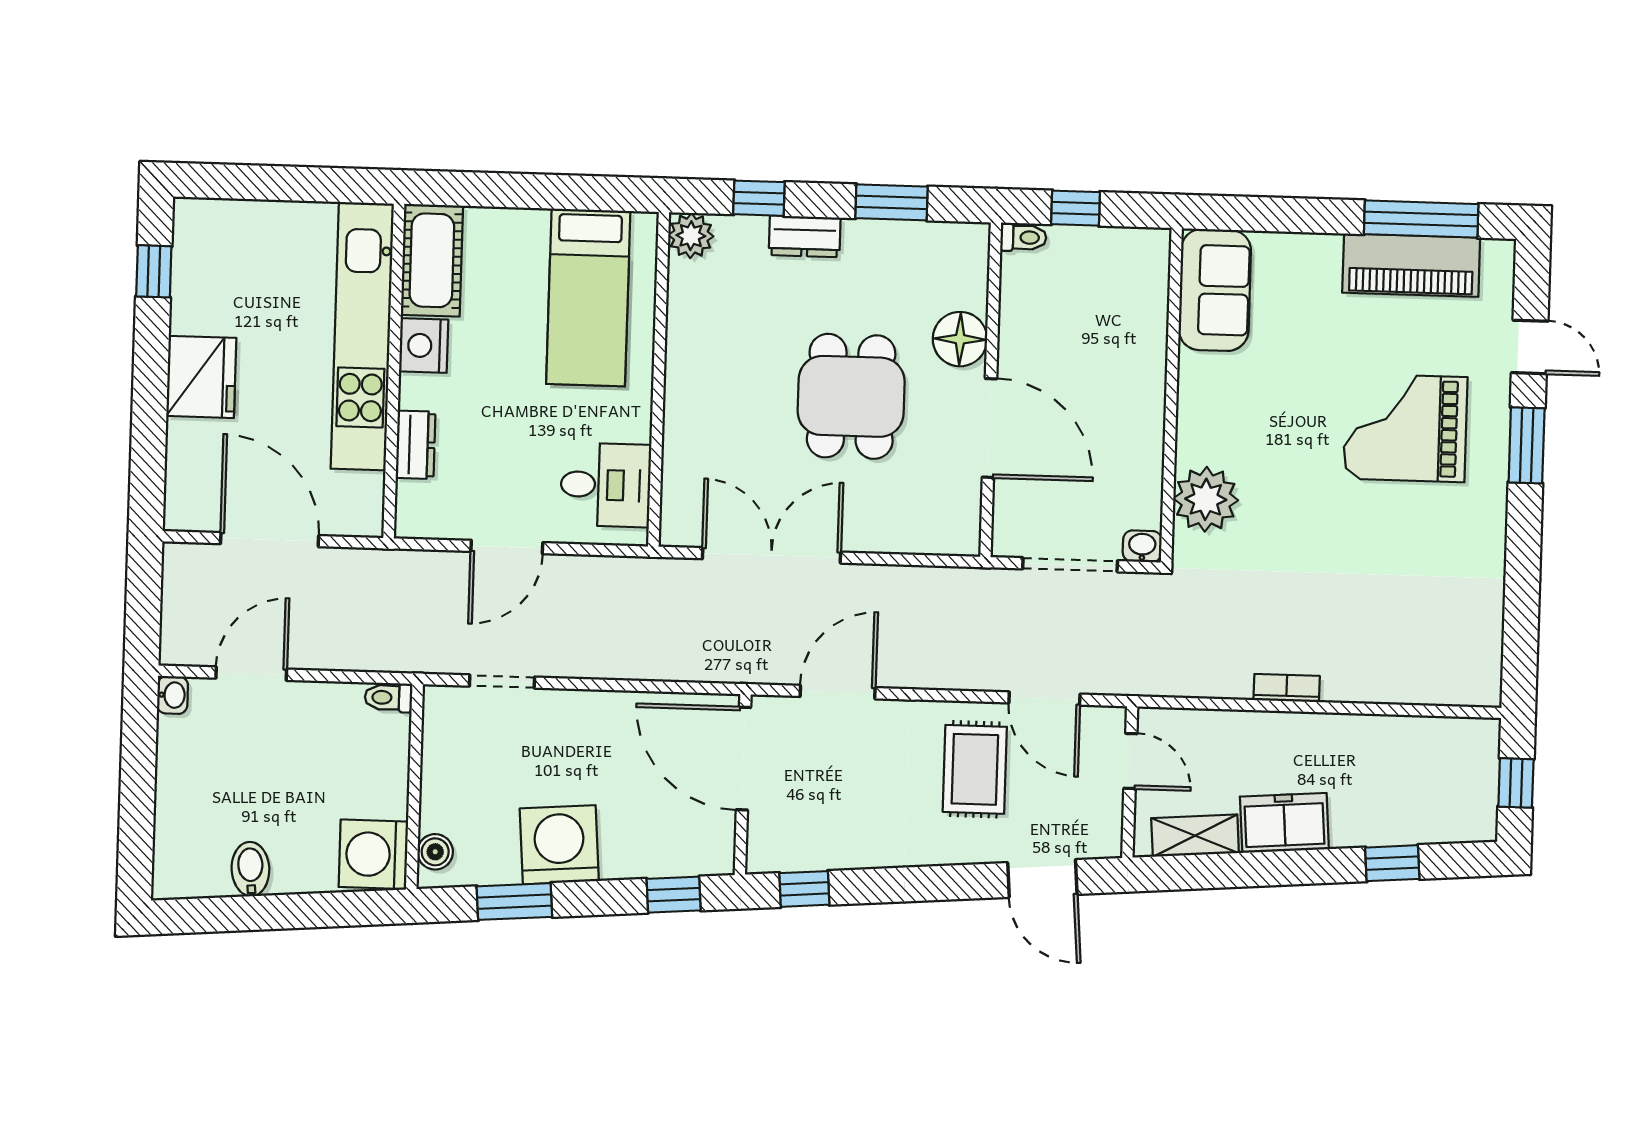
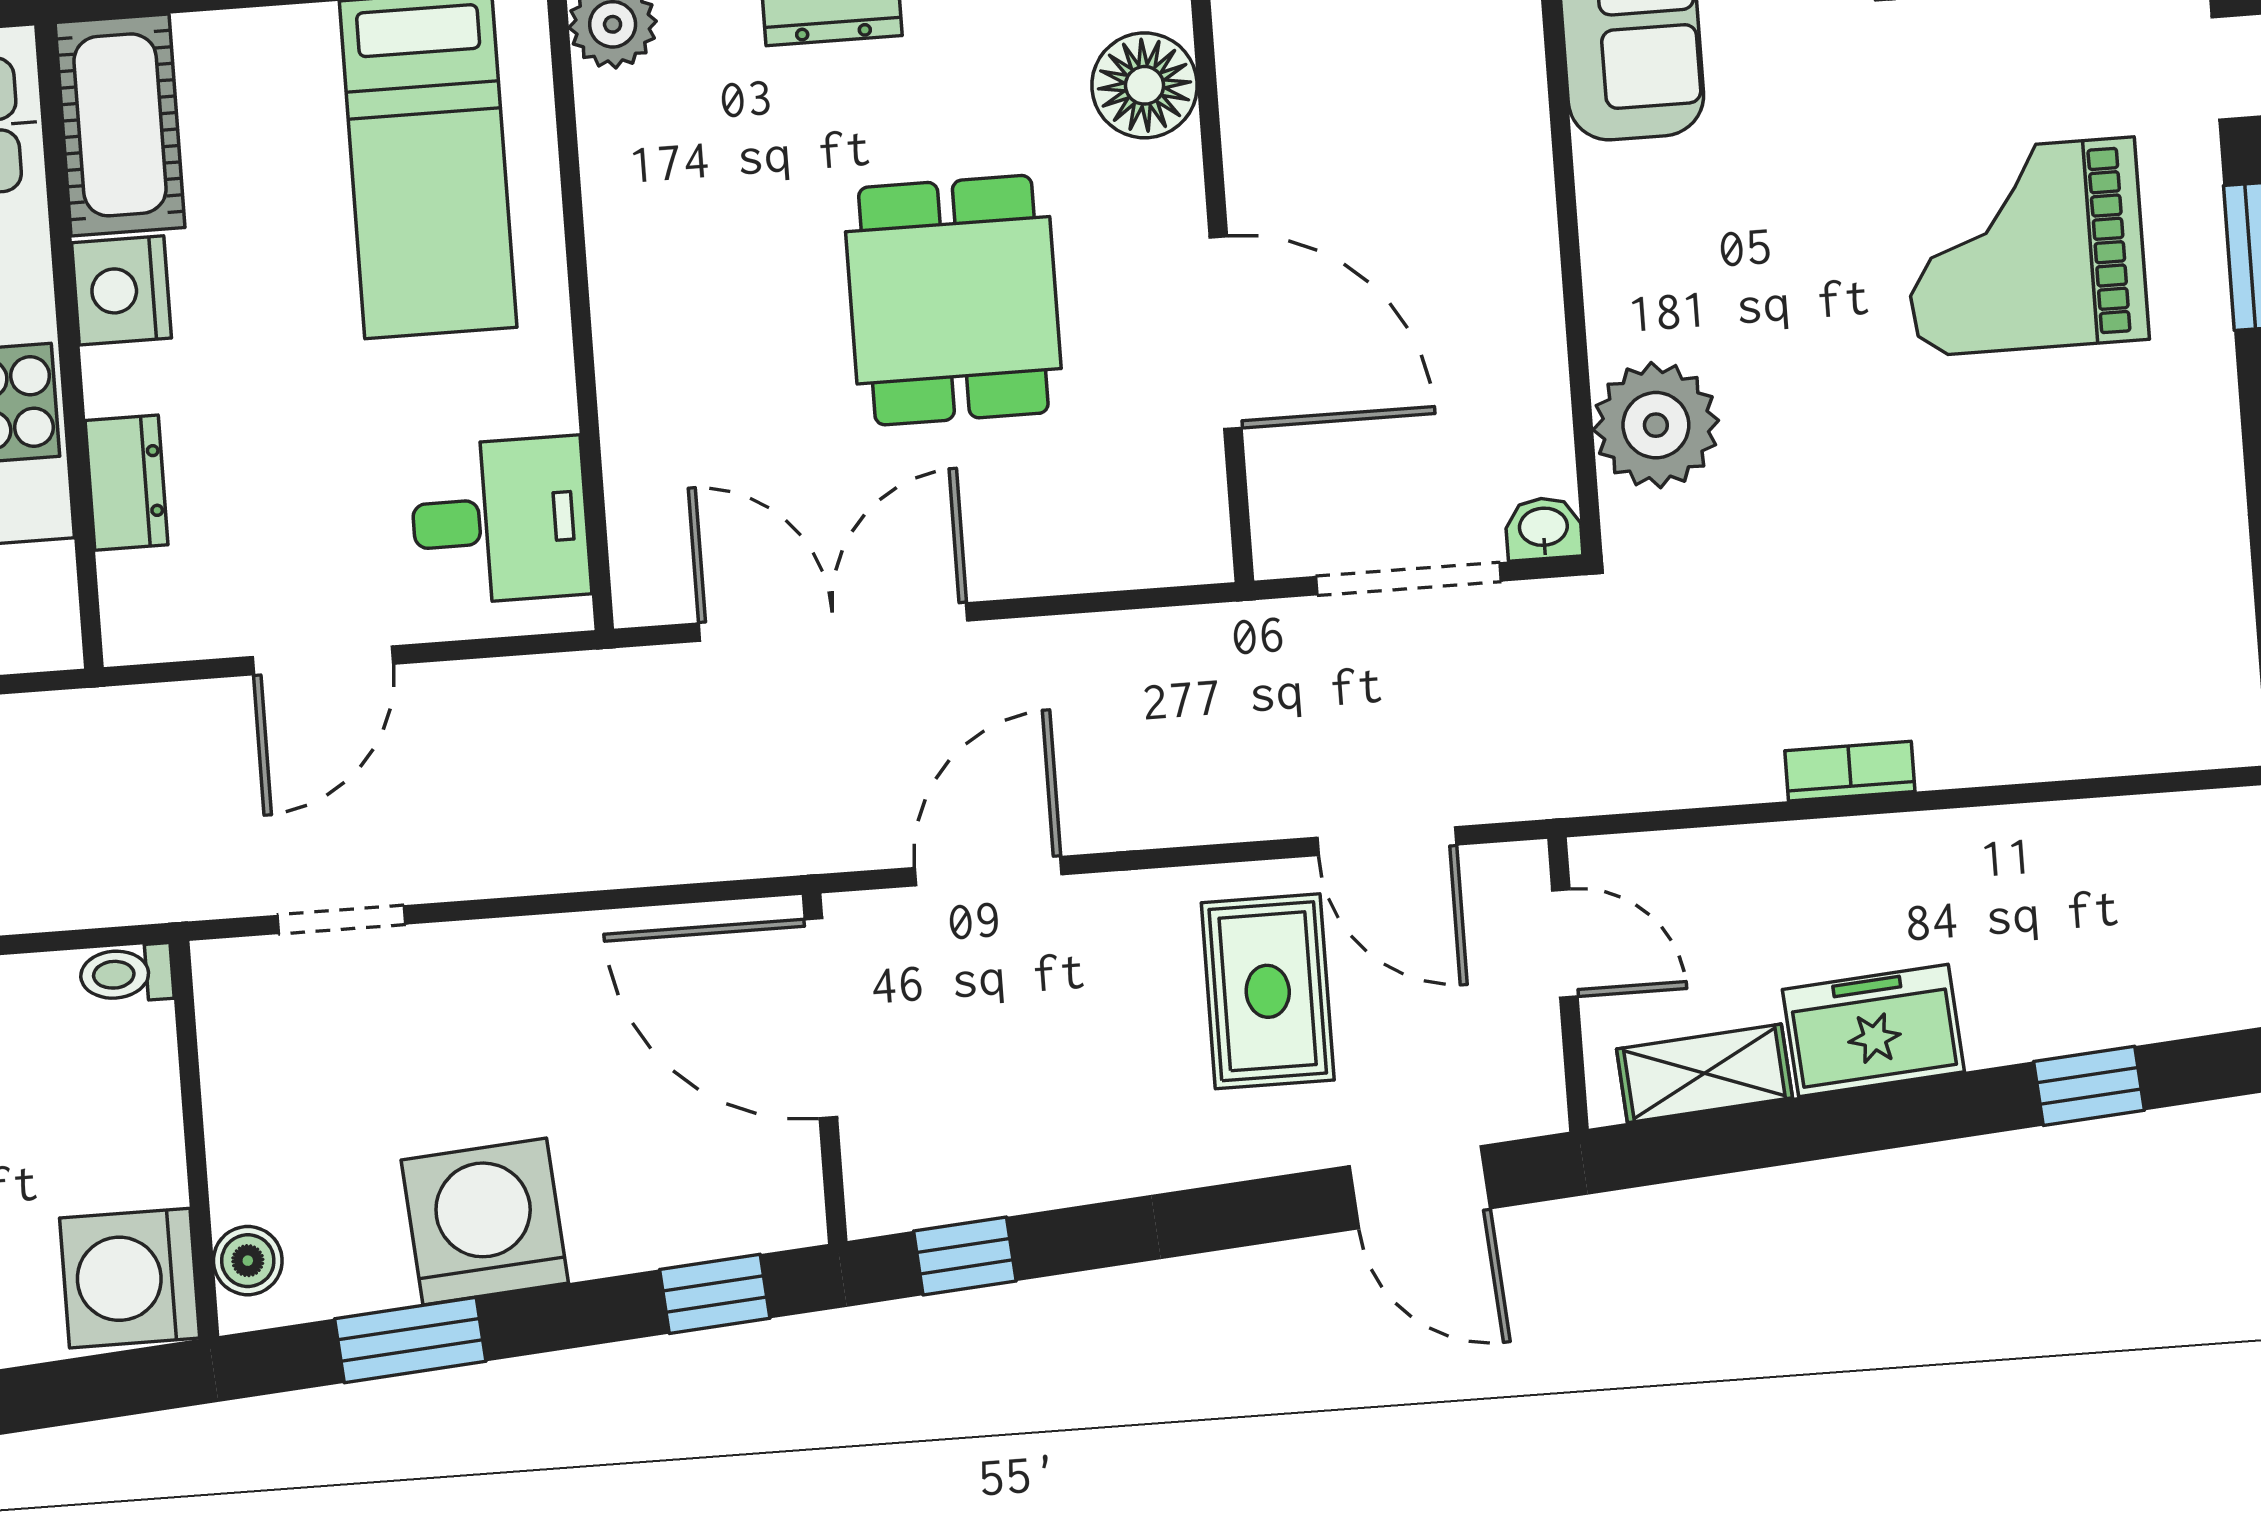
floor lamp: (960, 339) -> (1145, 85), moved

